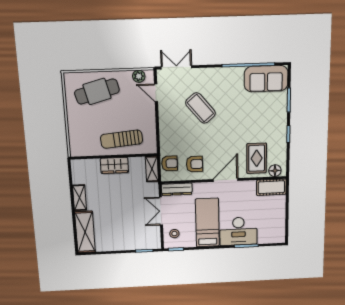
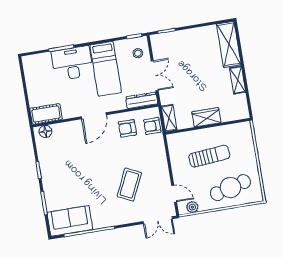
coffee table: (200, 108) -> (129, 185), turned 65
sun lounger: (122, 139) -> (209, 156), moved
rug: (257, 158) -> (66, 142), removed

